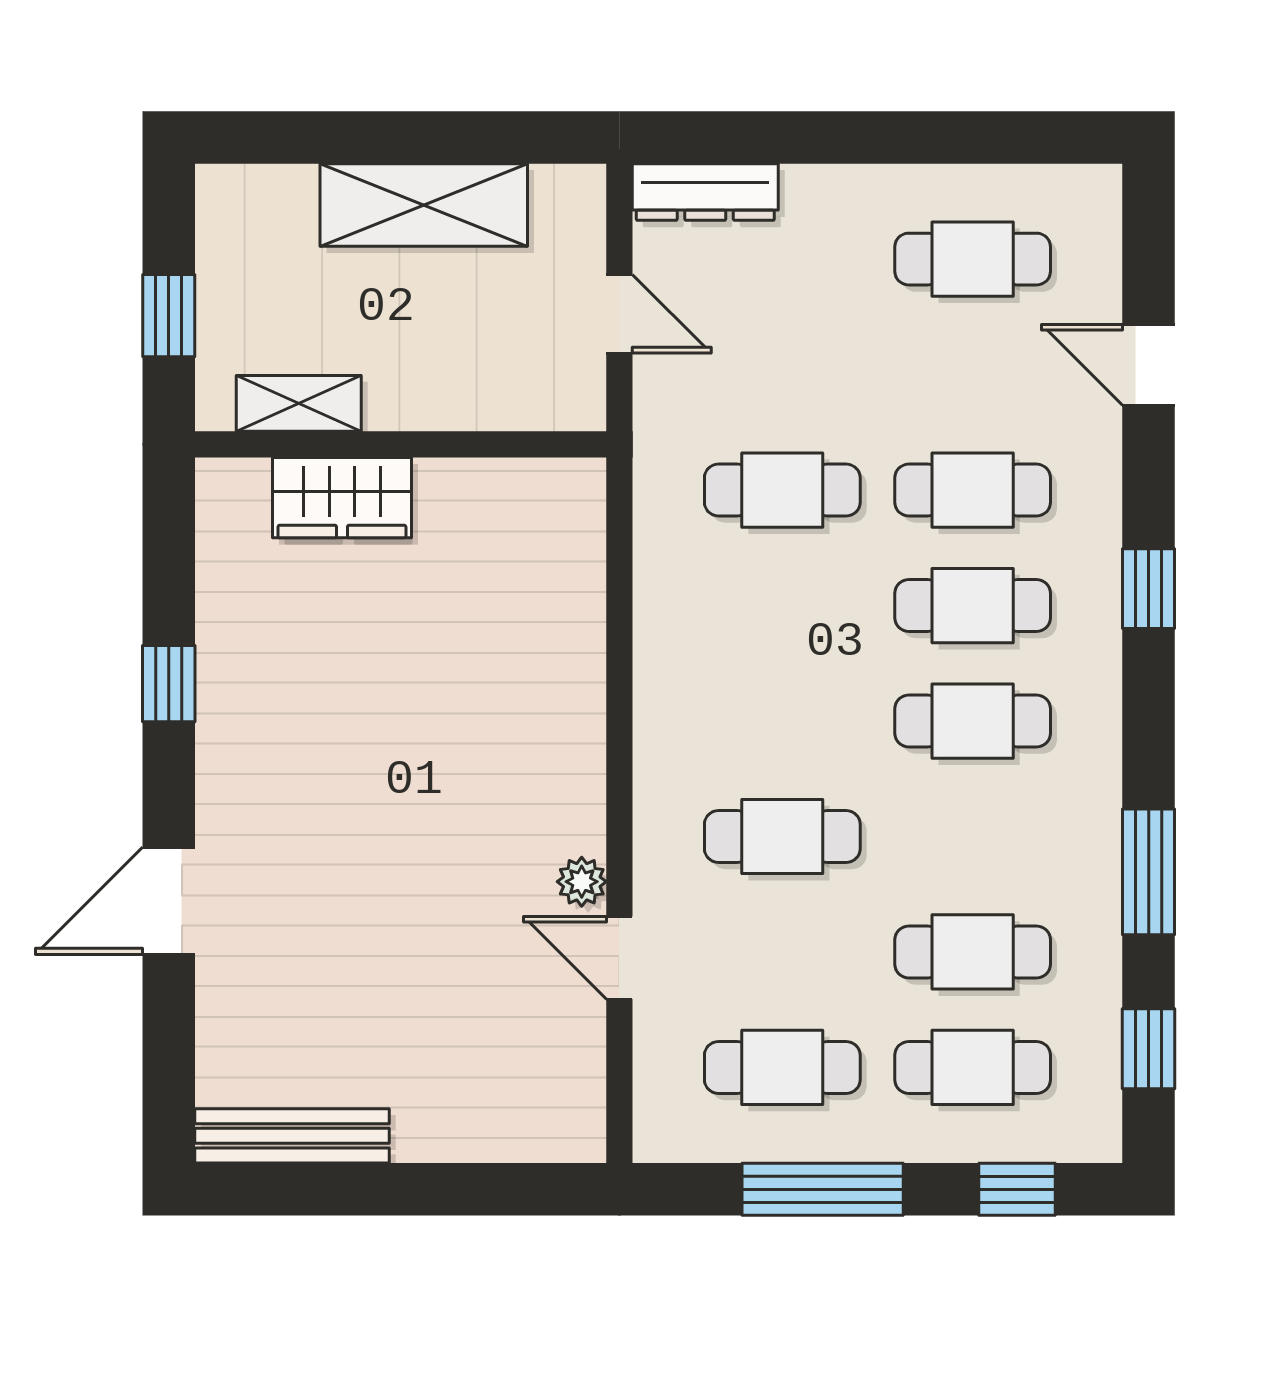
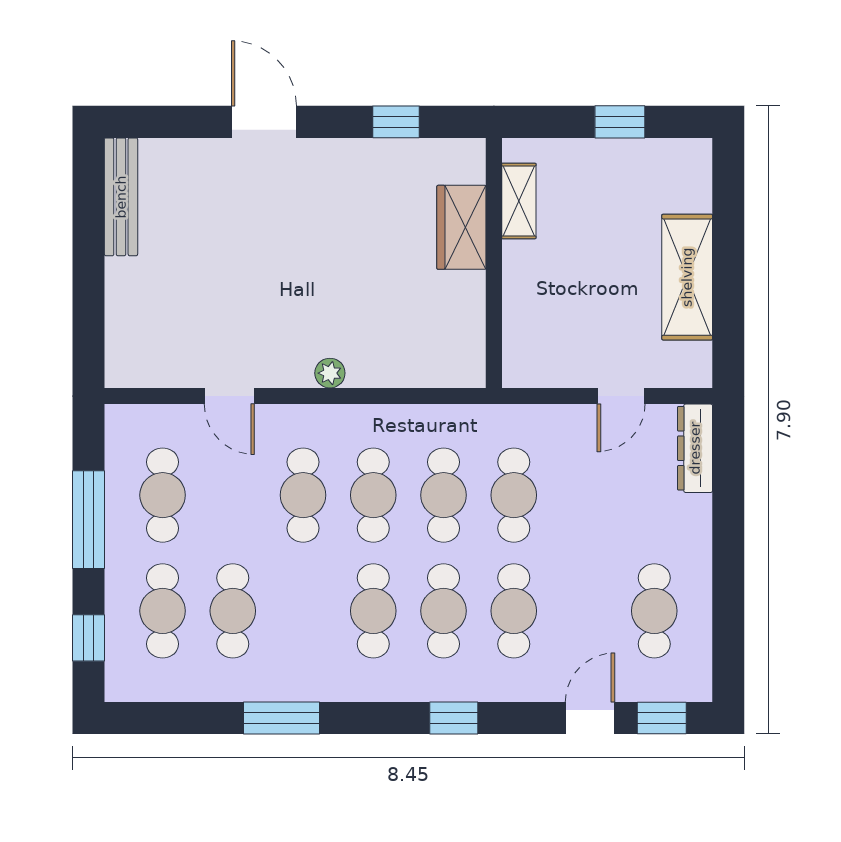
shelving: (299, 403) -> (519, 201), moved
wall: (401, 444) -> (494, 263), moved
wardrobe: (342, 498) -> (461, 227), moved
cafe table: (782, 606) -> (444, 495), added
cafe table: (782, 721) -> (373, 495), added
plant: (582, 882) -> (330, 373), moved
door: (619, 958) -> (229, 396), swing flipped
window: (1149, 1049) -> (662, 718), moved

